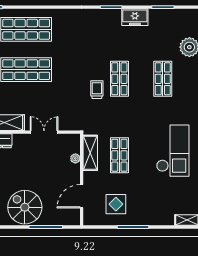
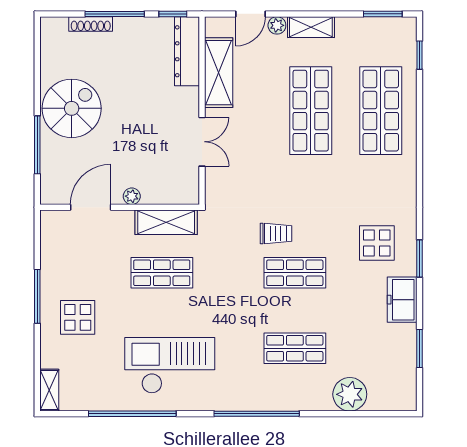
display table: (102, 32) -> (377, 243), added
checkout: (173, 151) -> (170, 365), turned 180
plant: (75, 158) -> (132, 196), moved
door: (82, 196) -> (91, 207), hinge flipped
display table: (116, 204) -> (78, 317), moved

